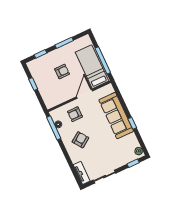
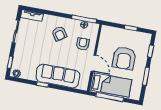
armchair: (62, 71) -> (124, 58), width x1.88, depth x1.88

